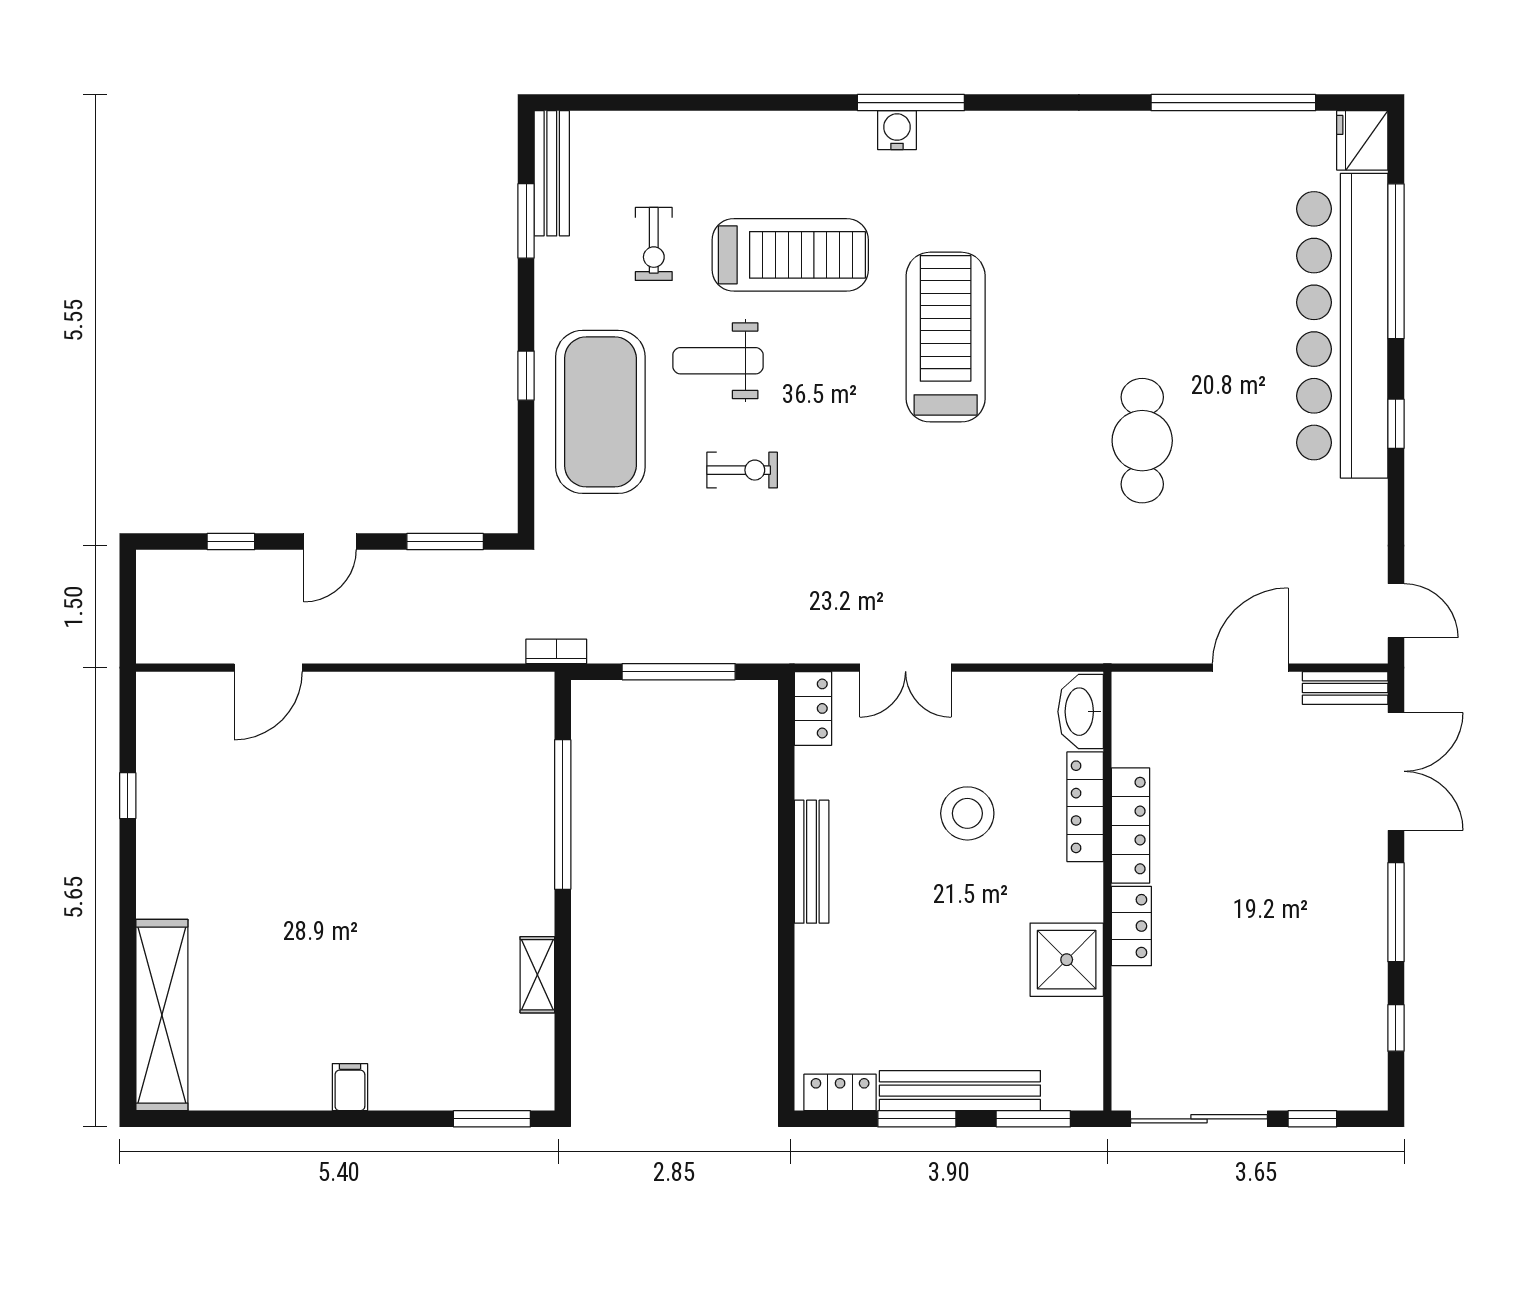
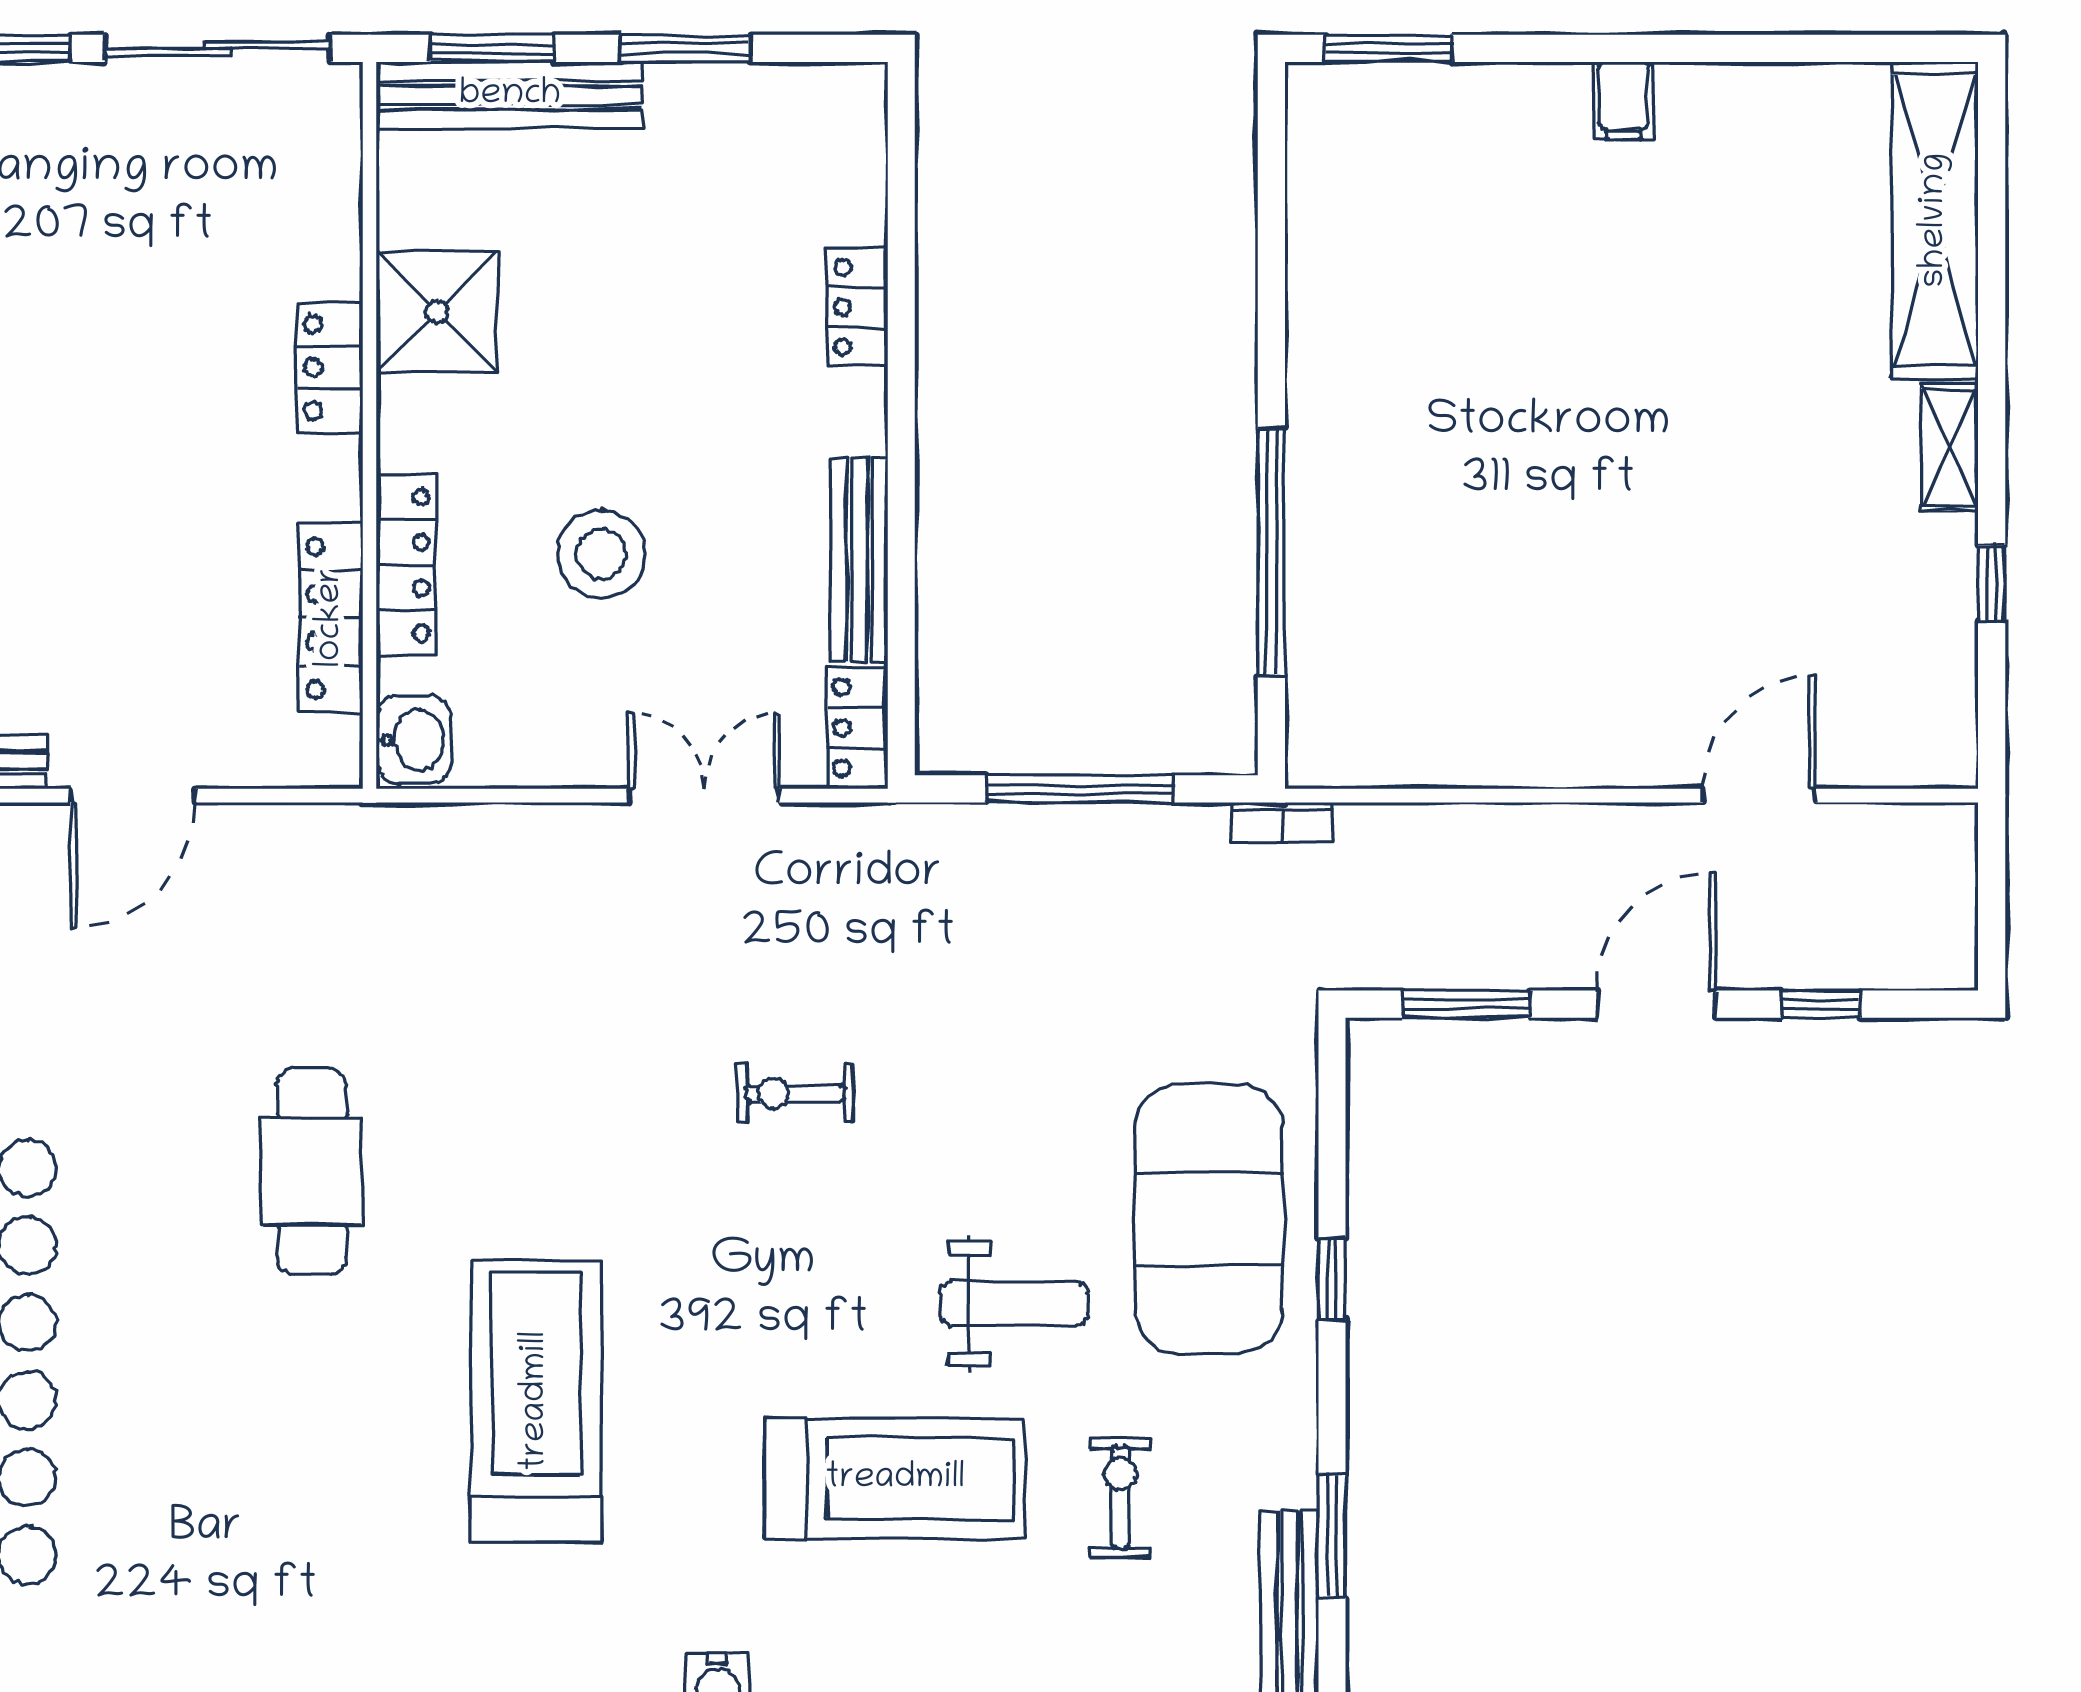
treadmill: (790, 255) -> (895, 1479), turned 180
treadmill: (946, 337) -> (536, 1401), moved, turned 180
exercise bike: (742, 470) -> (795, 1093), moved
door: (330, 542) -> (1656, 1004), width x1.38
washbasin: (1081, 712) -> (414, 740), width x0.72
locker: (1131, 826) -> (331, 618), moved
bench: (812, 862) -> (859, 560), moved
shelving: (537, 975) -> (1950, 447), moved
bench: (960, 1091) -> (510, 95), moved
locker: (840, 1092) -> (858, 307), moved, turned 90

